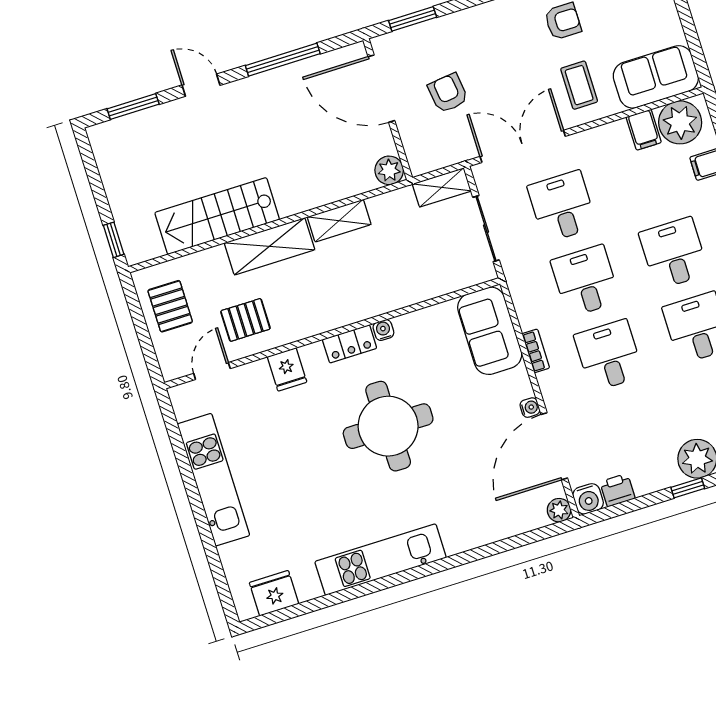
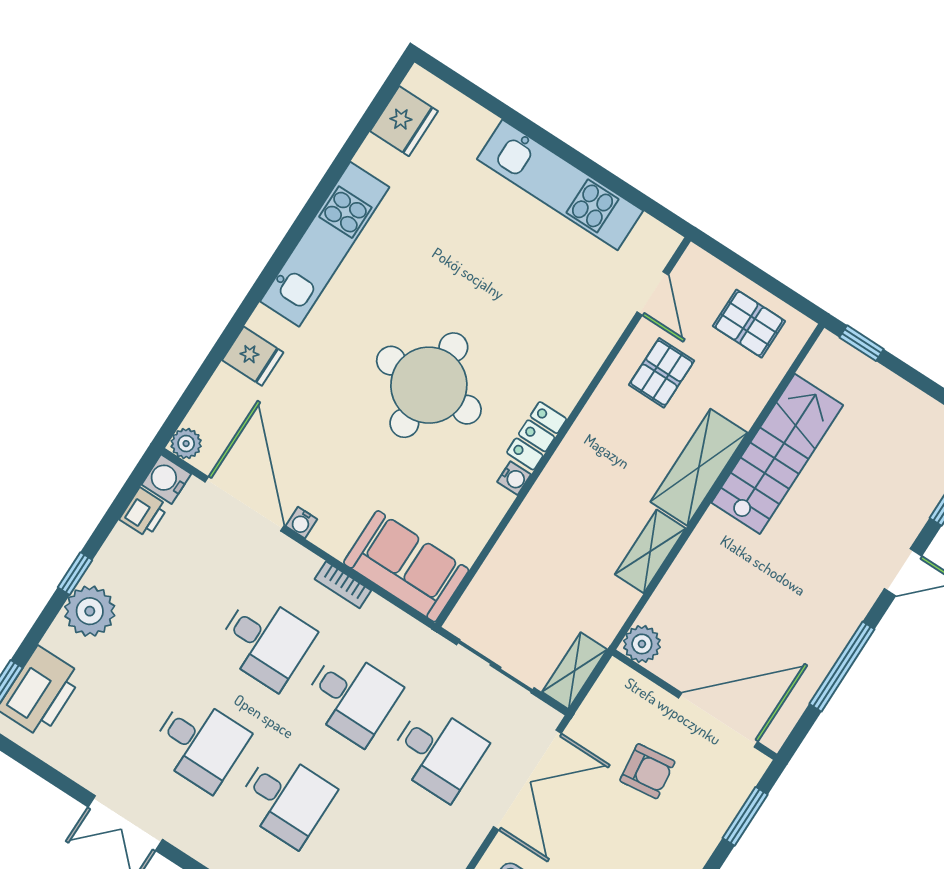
fridge: (287, 369) -> (253, 356), moved, turned 180

